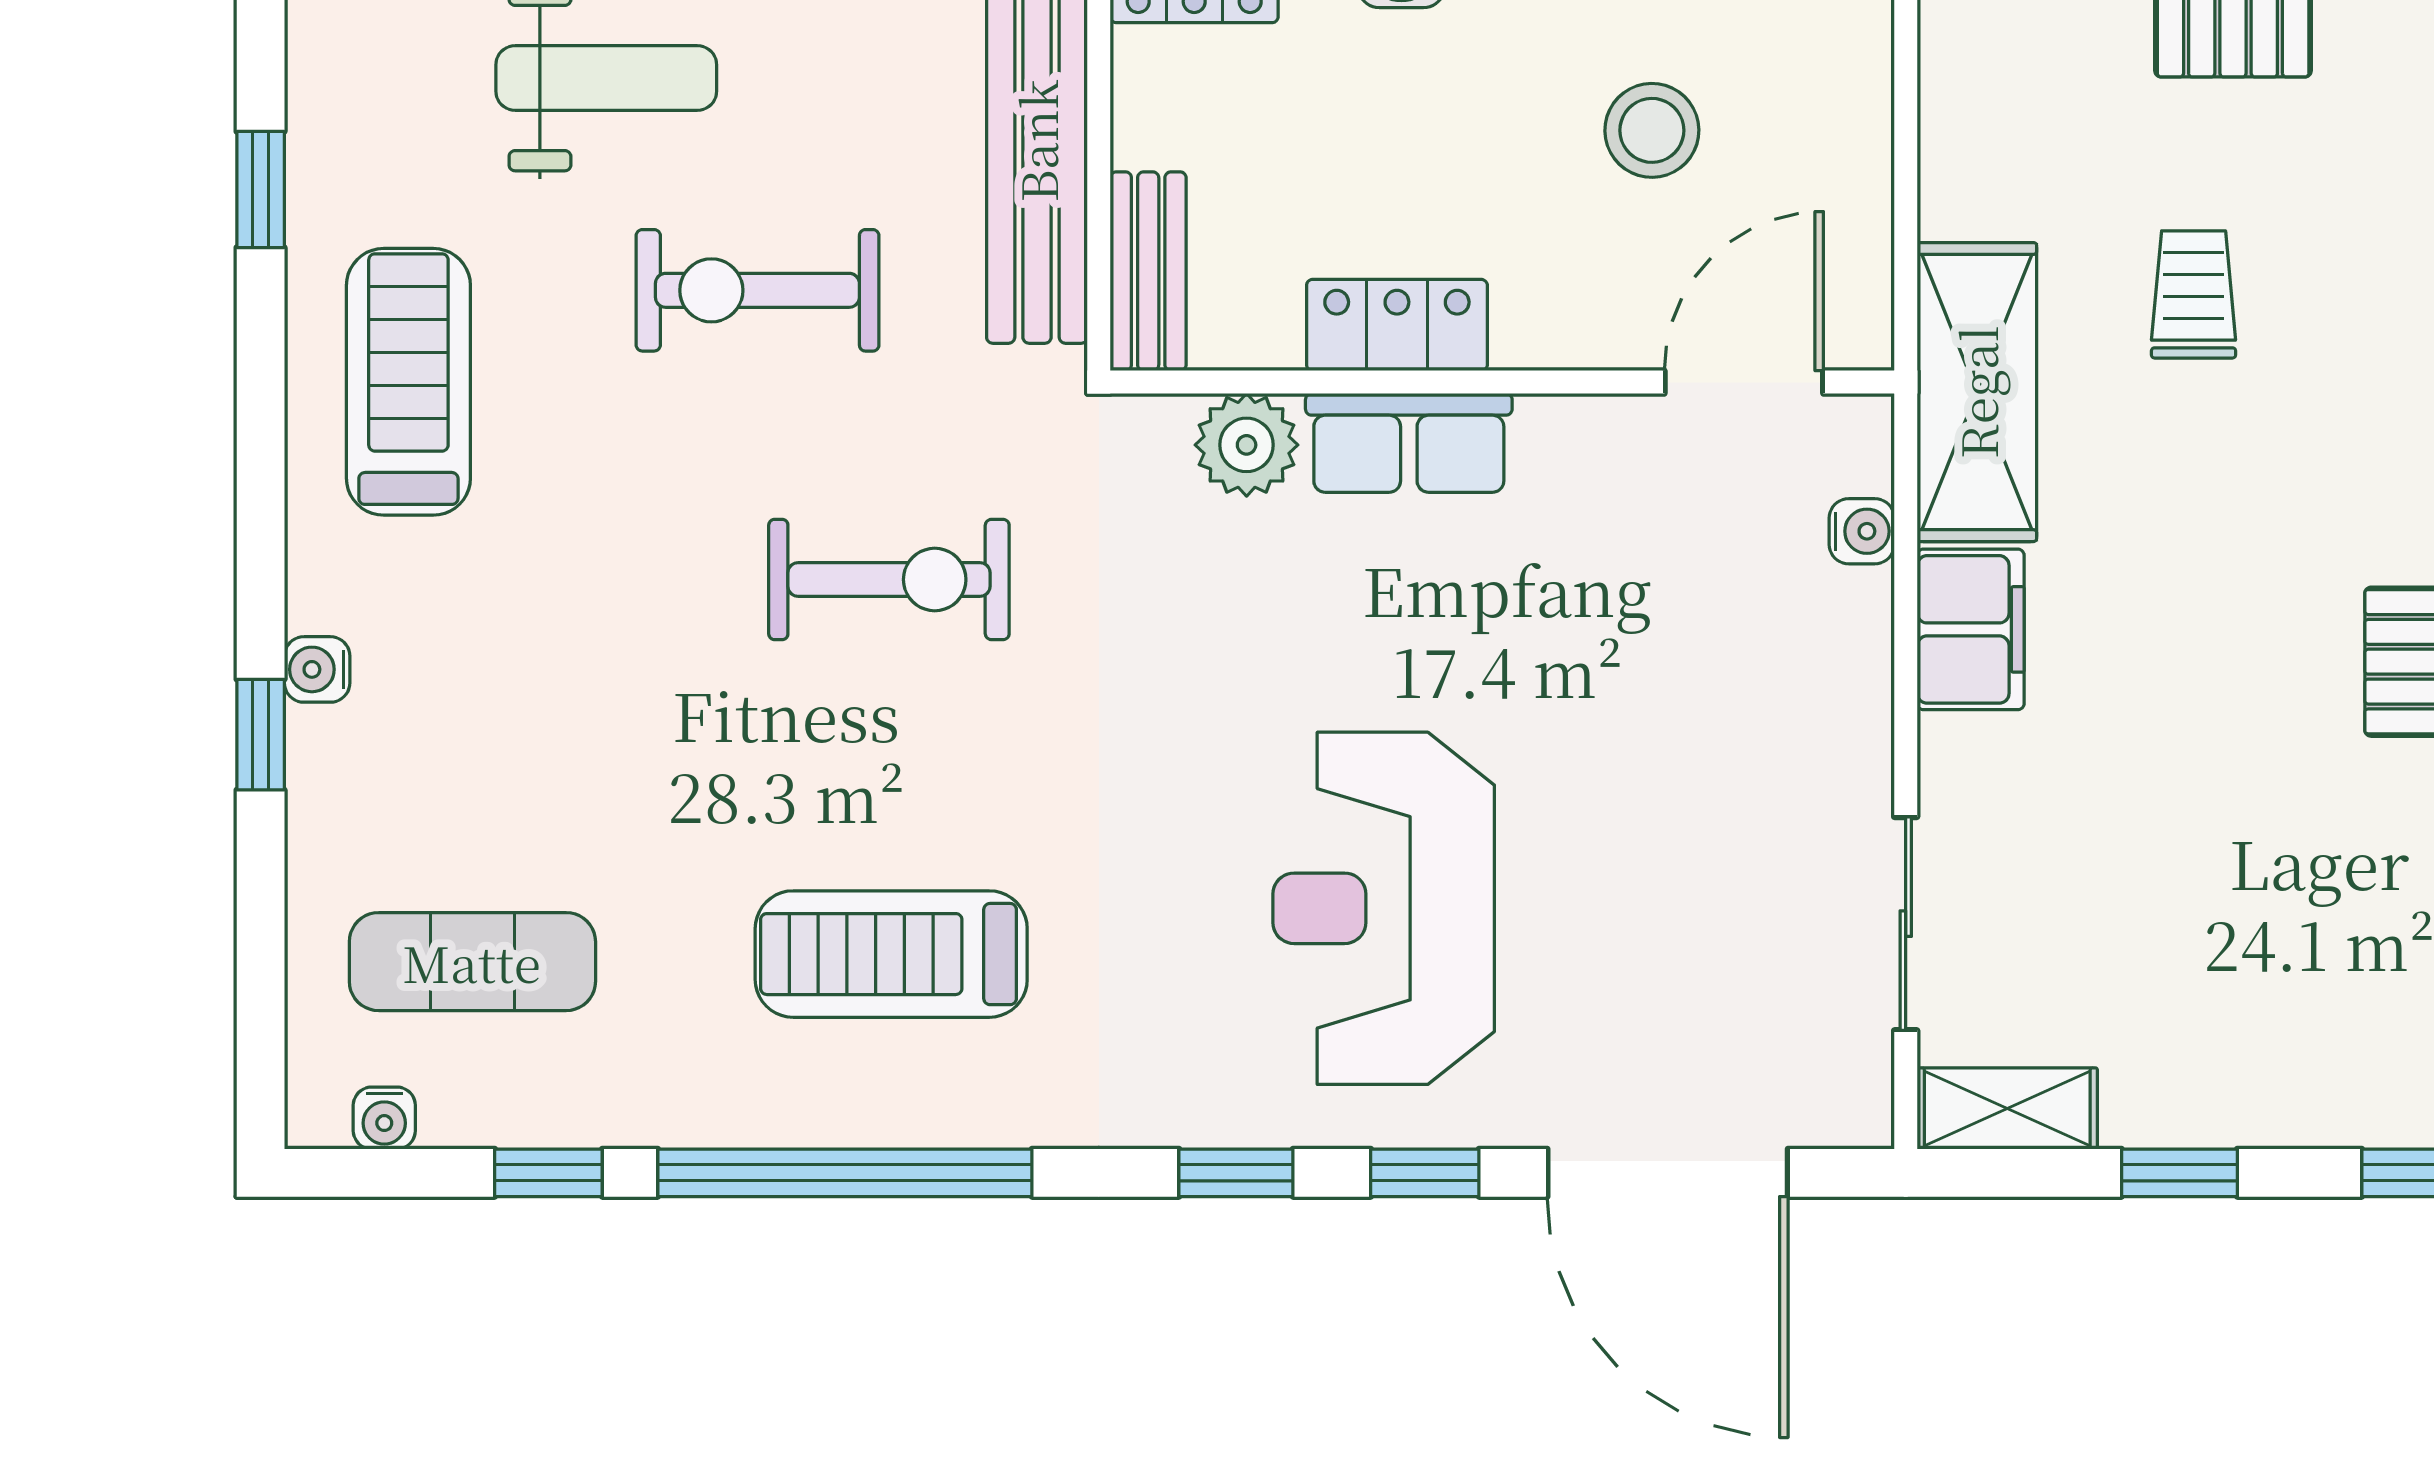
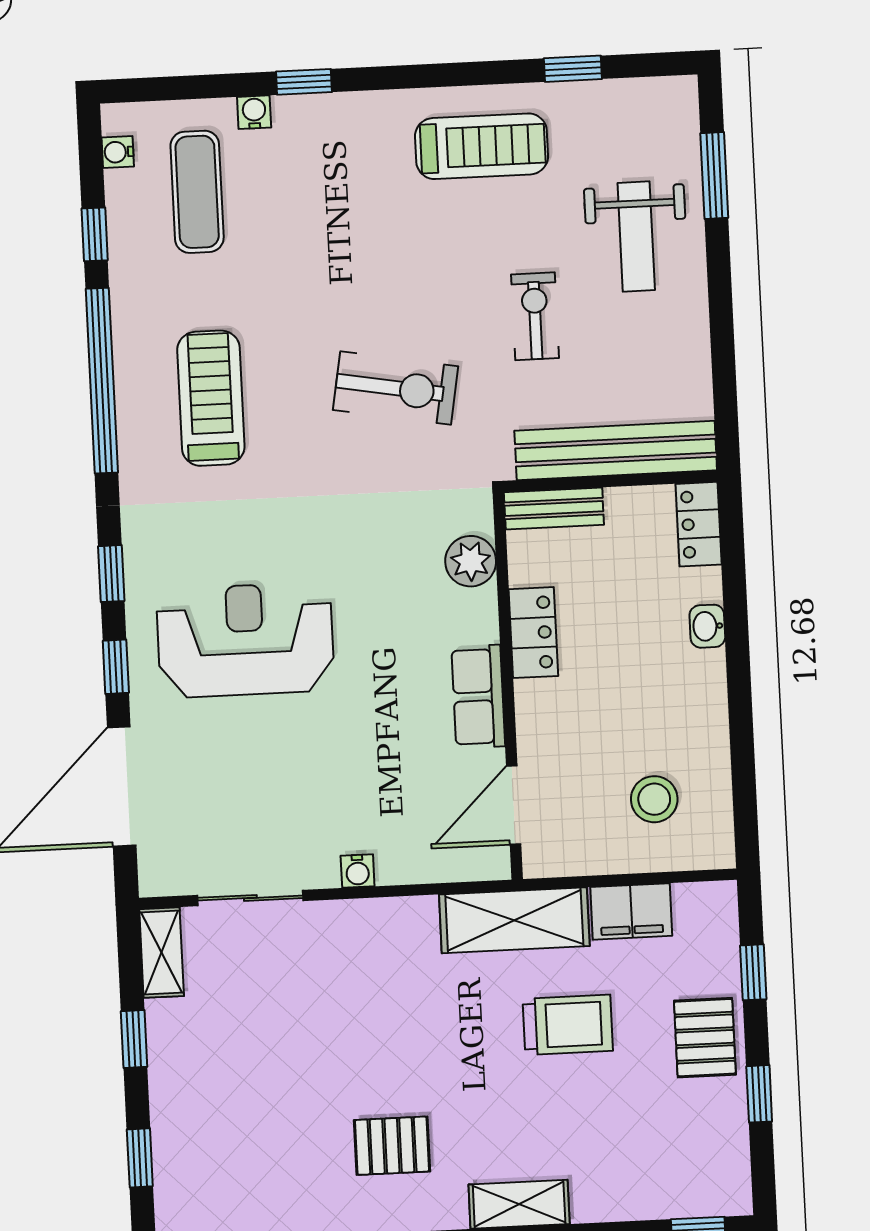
stool: (1652, 130) -> (654, 799), moved
exercise bike: (757, 290) -> (535, 316), width x0.73, depth x0.72
trolley: (2194, 294) -> (568, 1025), width x1.36, depth x1.39
door: (1744, 382) -> (514, 805), swing flipped
row of seats: (1409, 443) -> (478, 697), moved
water cooler: (1862, 531) -> (358, 871), moved
exercise bike: (889, 580) -> (396, 388), turned -80
filing cabinet: (1971, 629) -> (631, 911), moved
water cooler: (317, 669) -> (254, 112), moved

